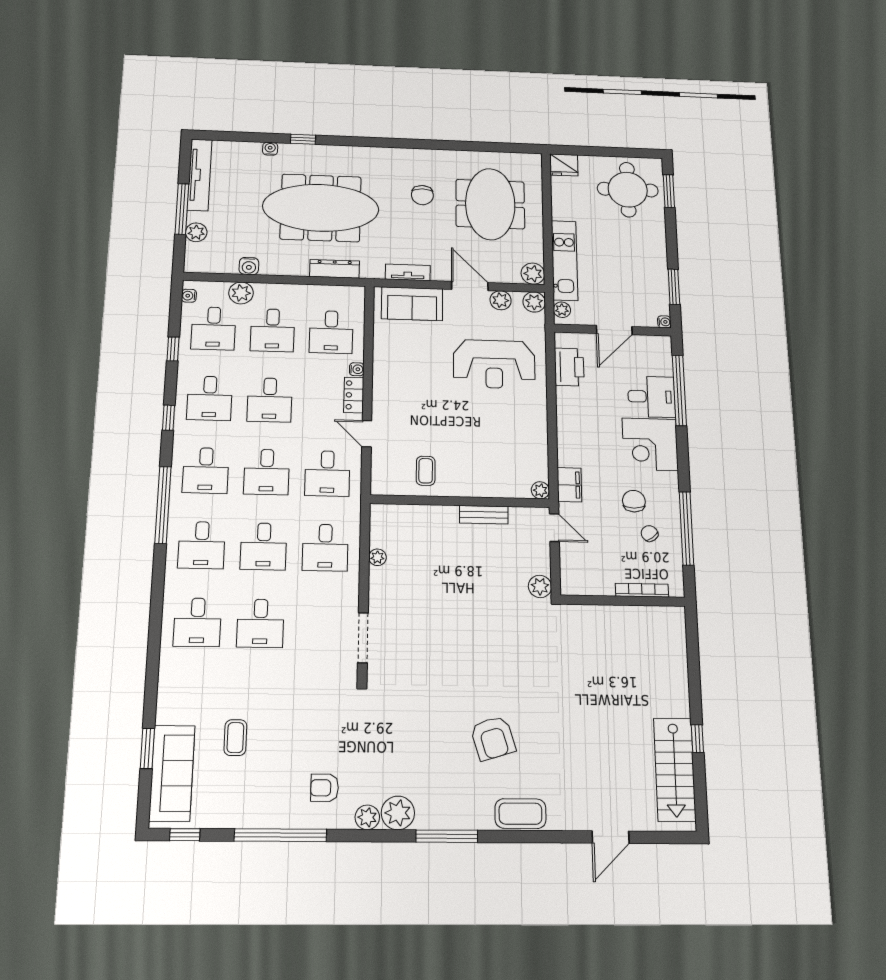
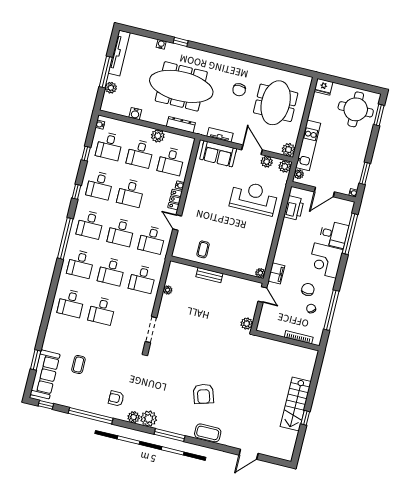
plant: (241, 293) -> (158, 136), moved
reception desk: (494, 364) -> (254, 198), turned 180
bench: (484, 515) -> (209, 275), moved
stairs: (675, 770) -> (296, 404), moved

